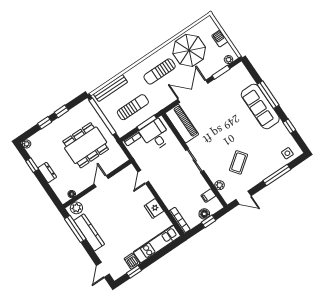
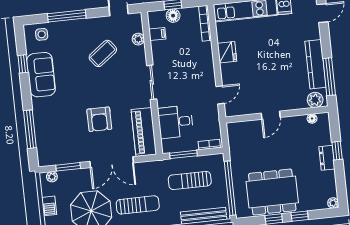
window: (268, 95) -> (30, 129), moved
sofa: (260, 106) -> (41, 75), moved, width x0.73
armchair: (217, 116) -> (99, 119), added
desk: (155, 135) -> (176, 122), moved, turned 90
dining table: (86, 145) -> (272, 192), moved
window: (32, 165) -> (337, 151), moved

